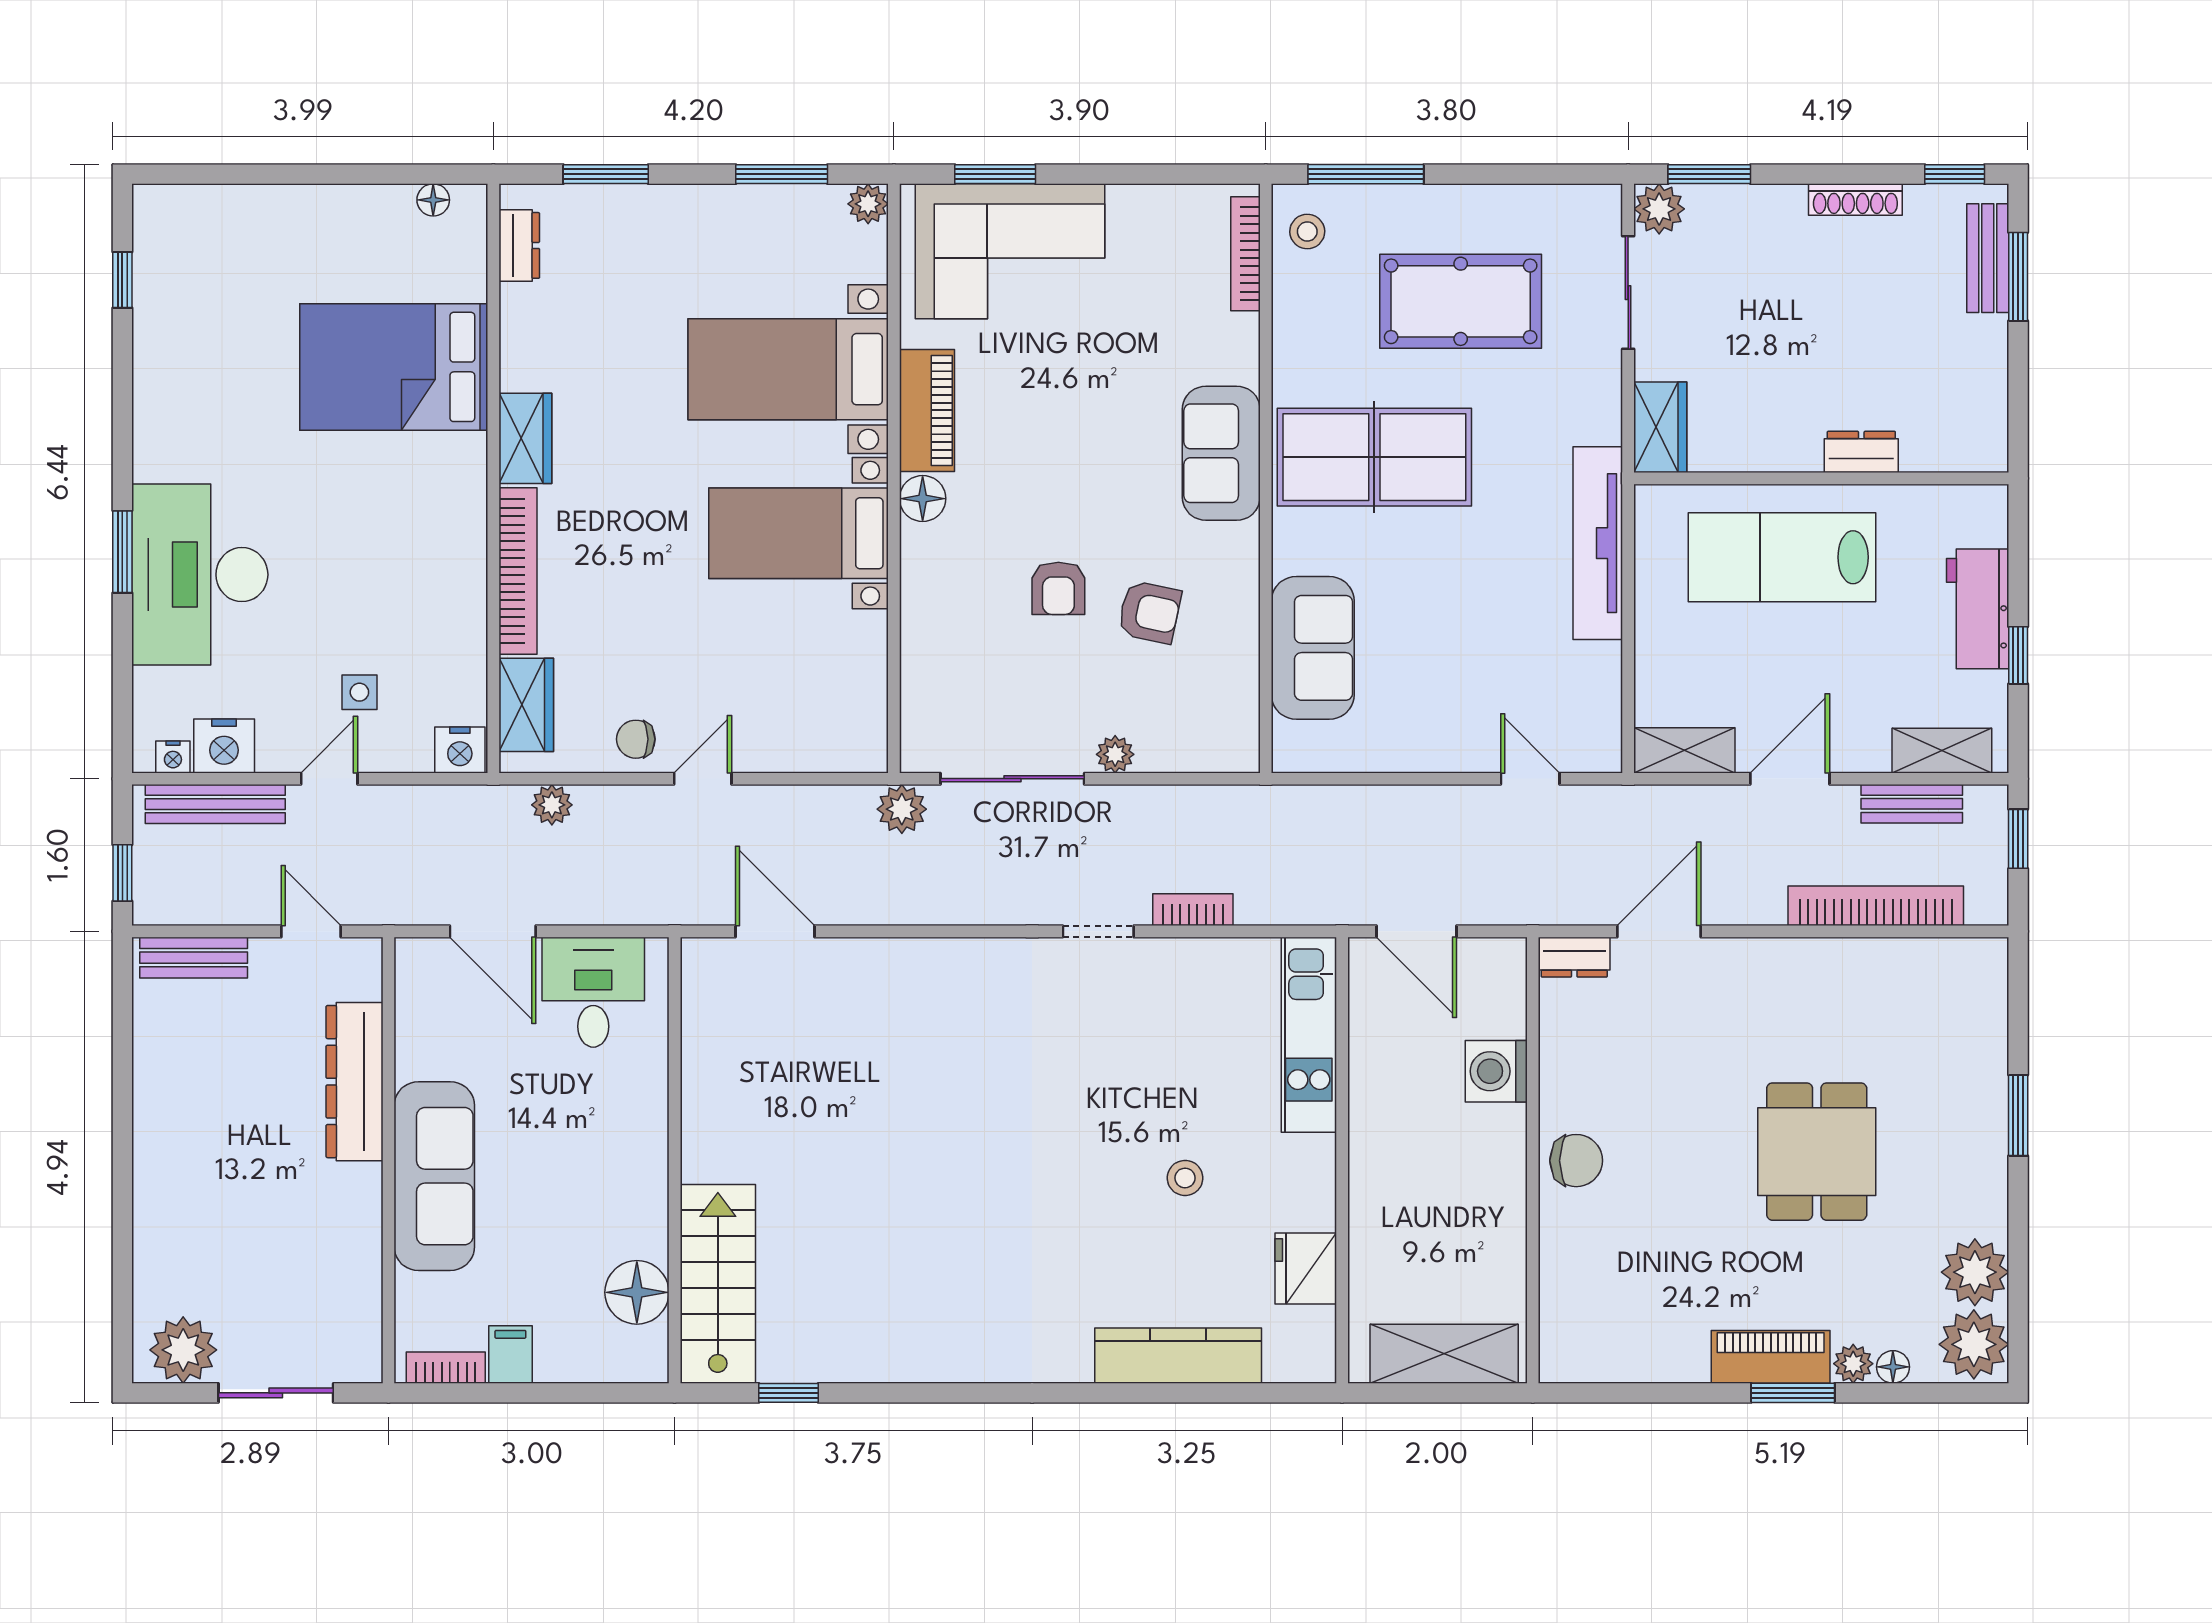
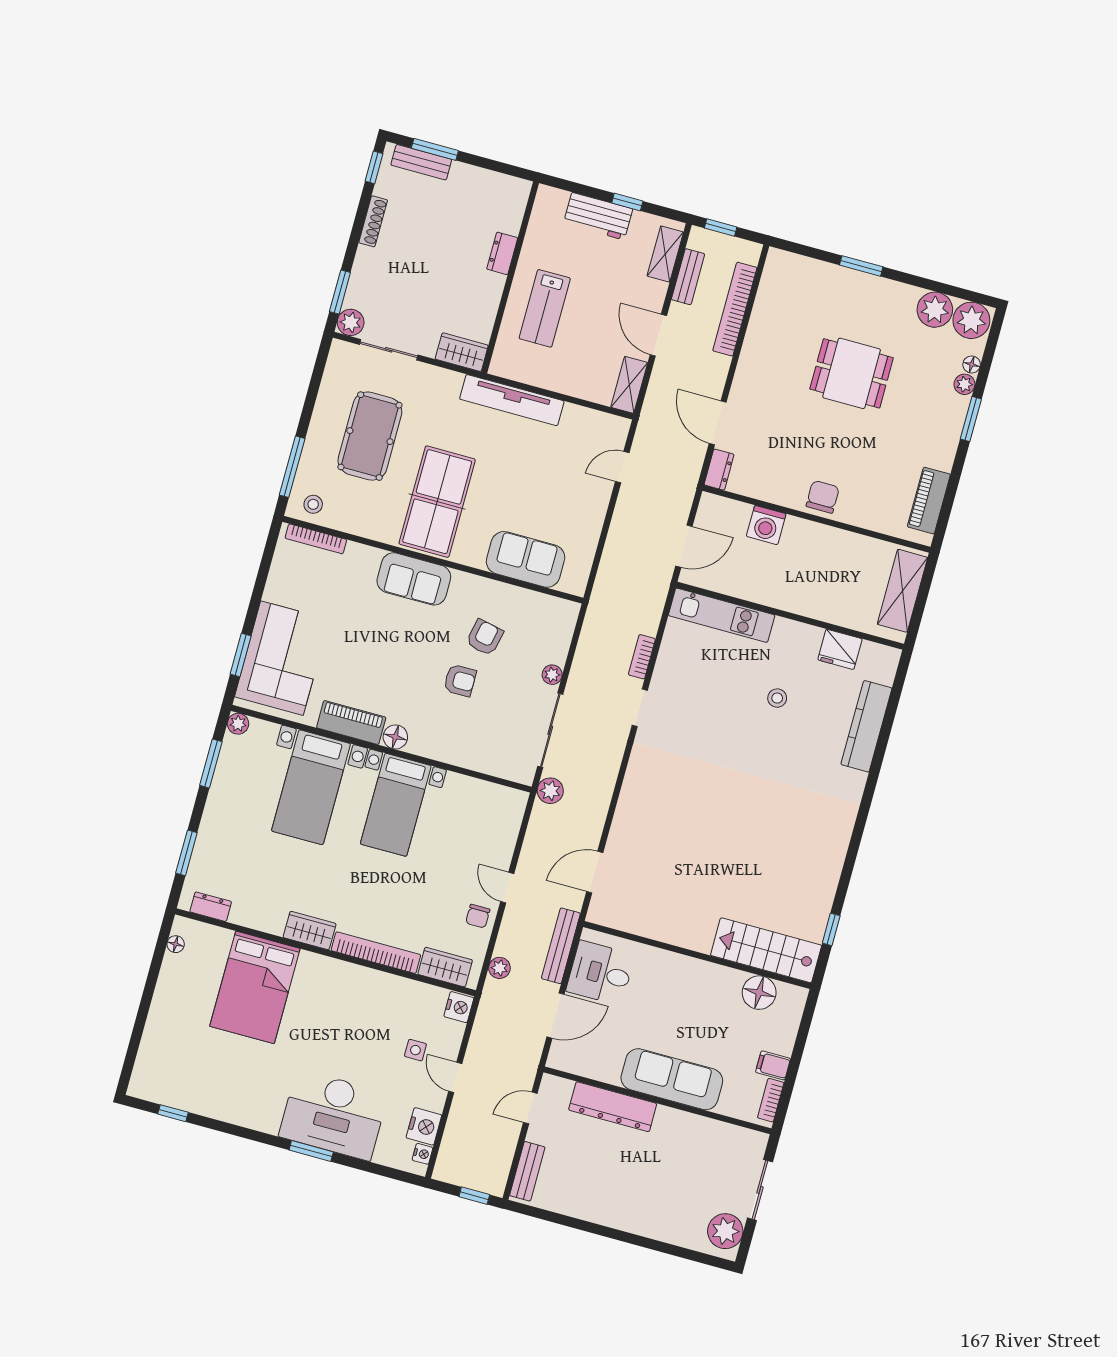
lab bench: (1782, 557) -> (545, 308), width x0.73, depth x0.72
bench: (215, 804) -> (561, 946), moved
piano: (1771, 1357) -> (929, 501), moved

